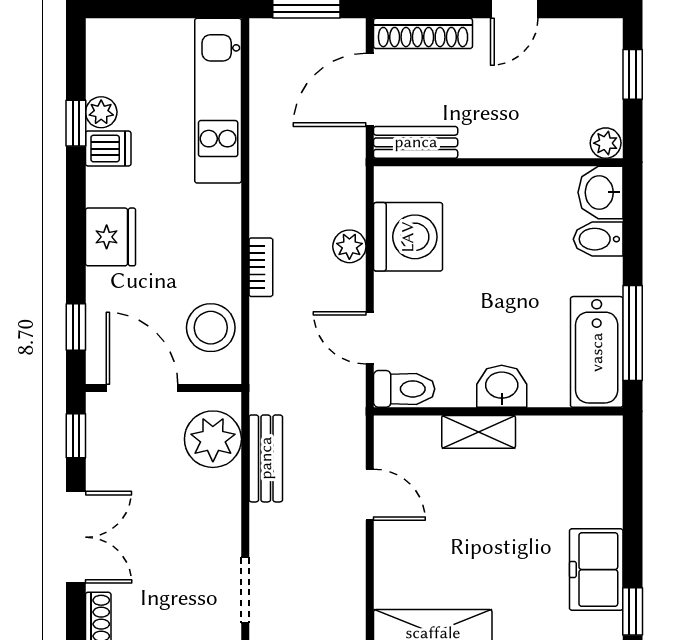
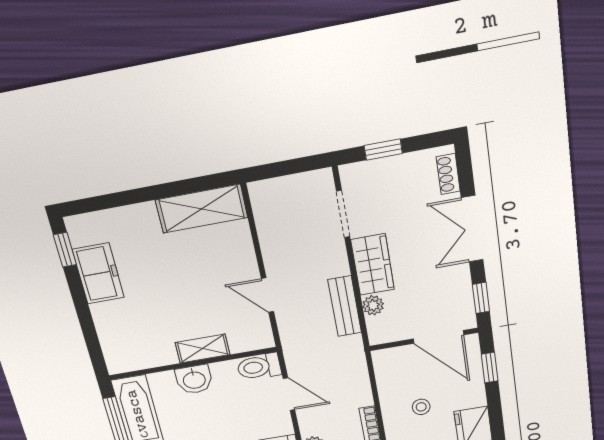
stool: (211, 328) -> (421, 407), moved, width x0.53, depth x0.53
plant: (213, 439) -> (373, 305), width x0.53, depth x0.53
wardrobe: (217, 512) -> (373, 265), added

